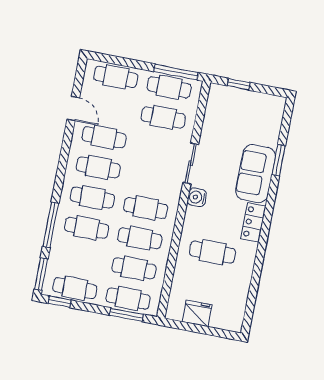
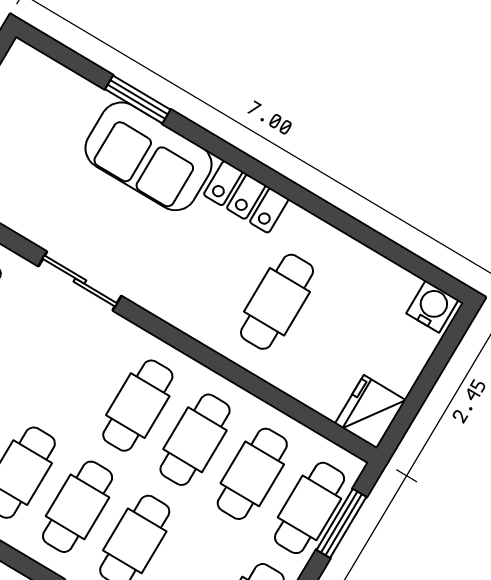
water cooler: (197, 197) -> (432, 307), moved, turned 180
fridge: (197, 313) -> (370, 412), moved

